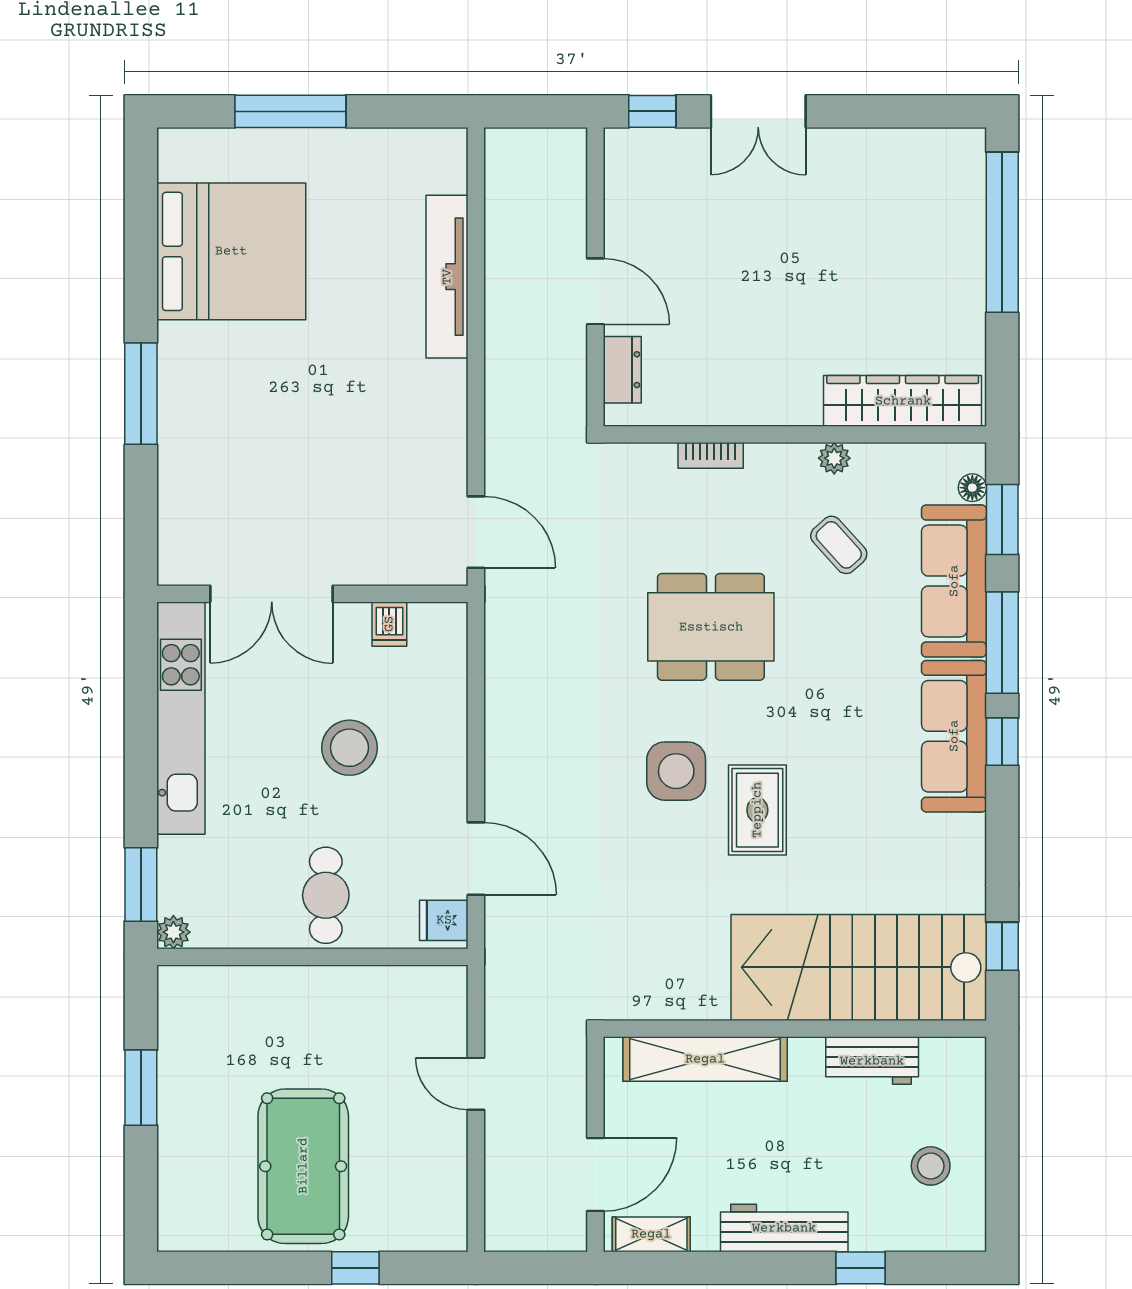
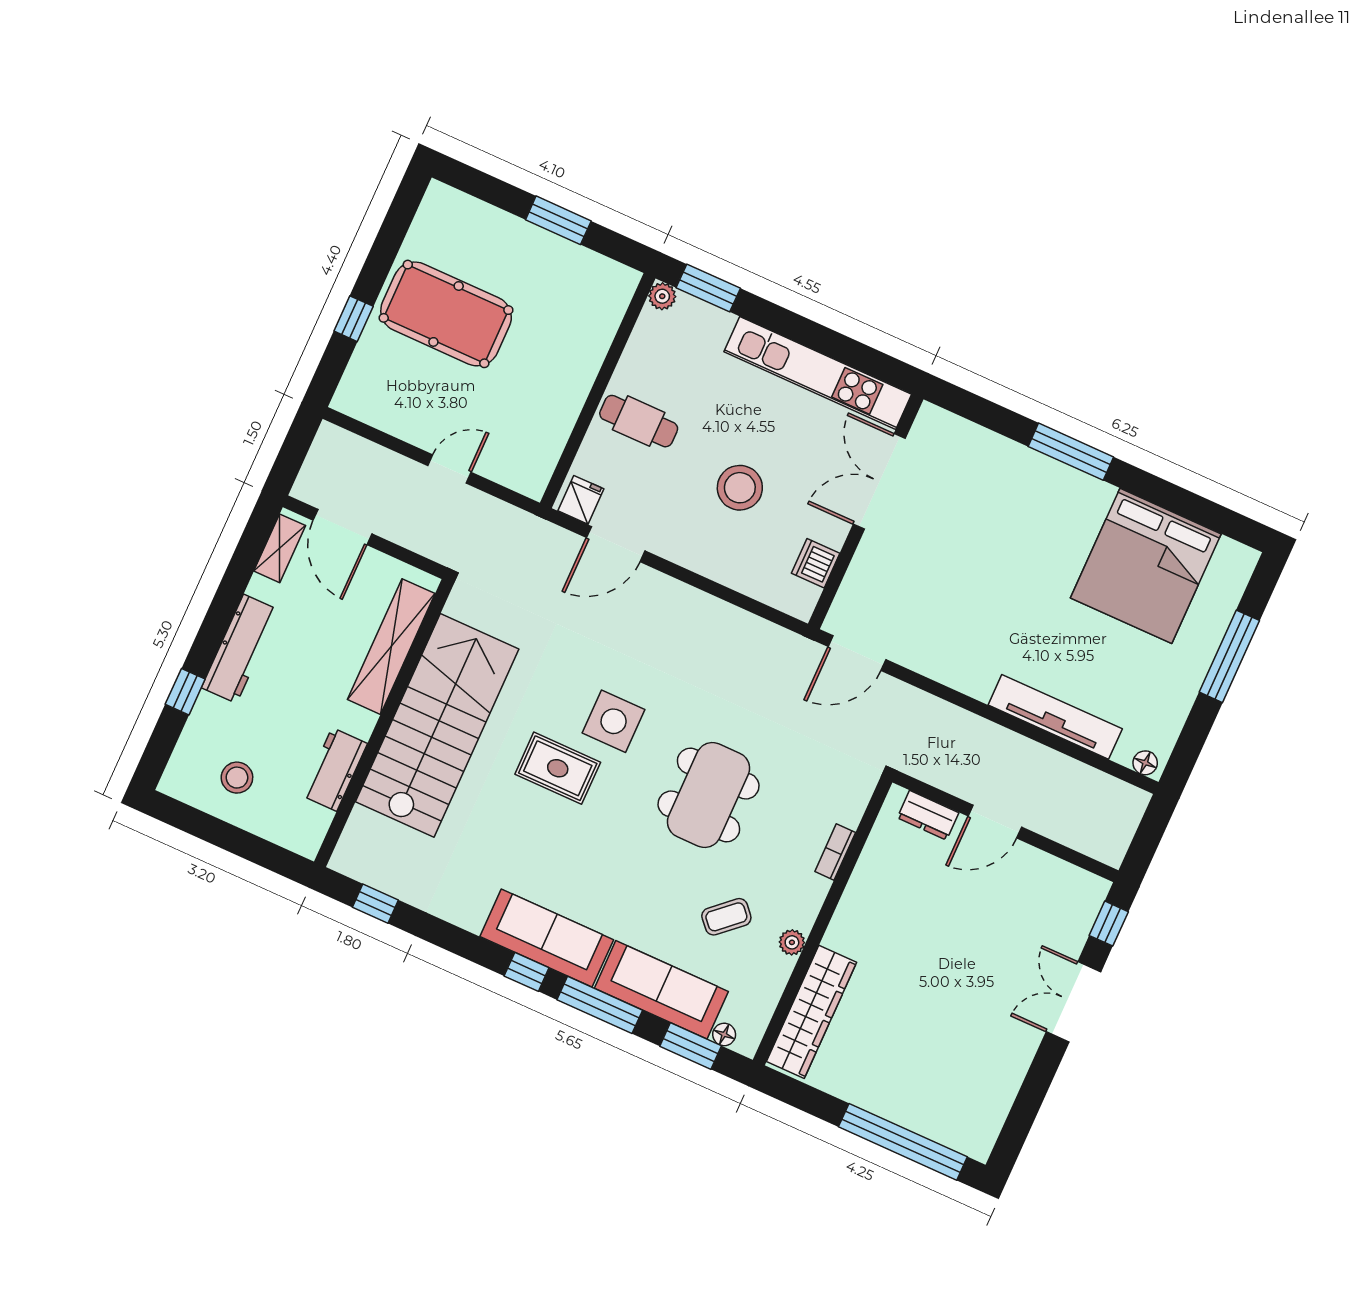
floor lamp: (453, 152) -> (1145, 763), added
dishwasher: (389, 624) -> (816, 563), width x1.38
stairs: (859, 967) -> (437, 725), moved

